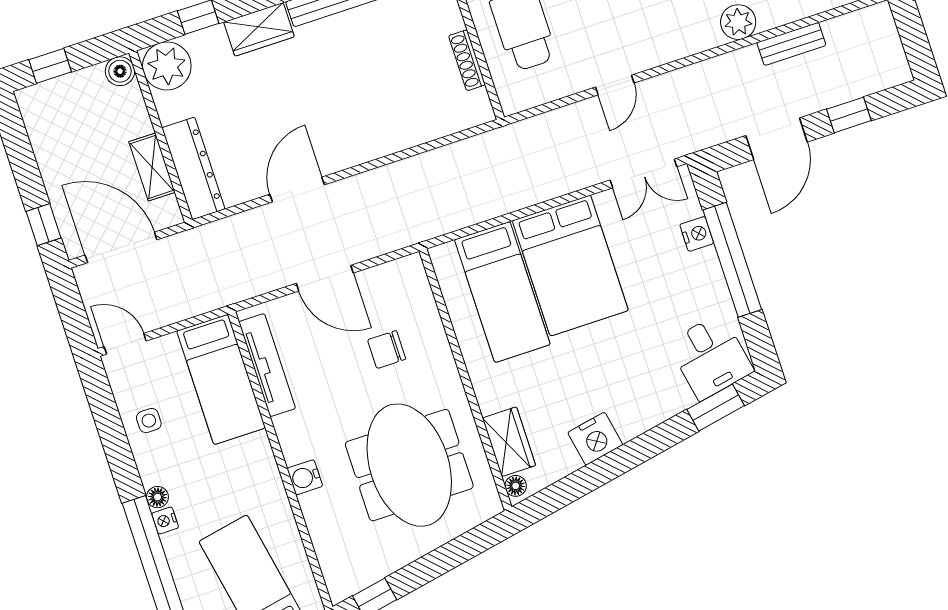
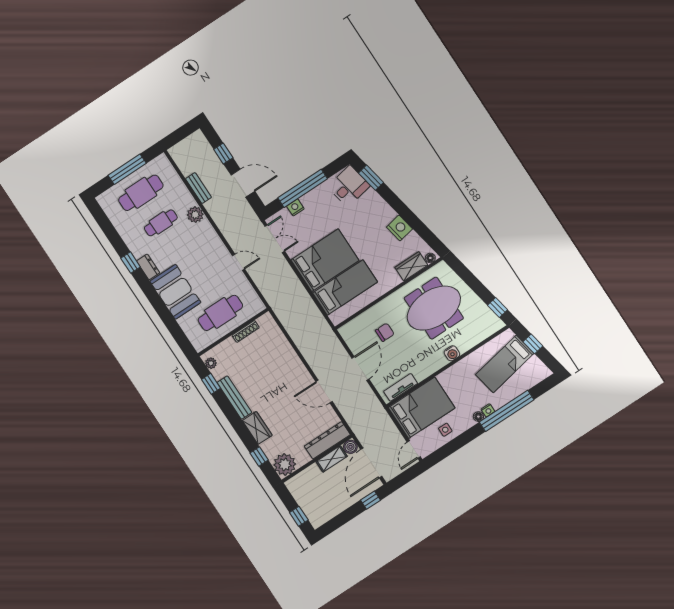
boiler: (120, 71) -> (350, 447), moved
chair: (387, 350) -> (385, 332), turned -90
tv unit: (267, 365) -> (401, 387), width x0.71
bed: (221, 379) -> (422, 408), width x1.50

